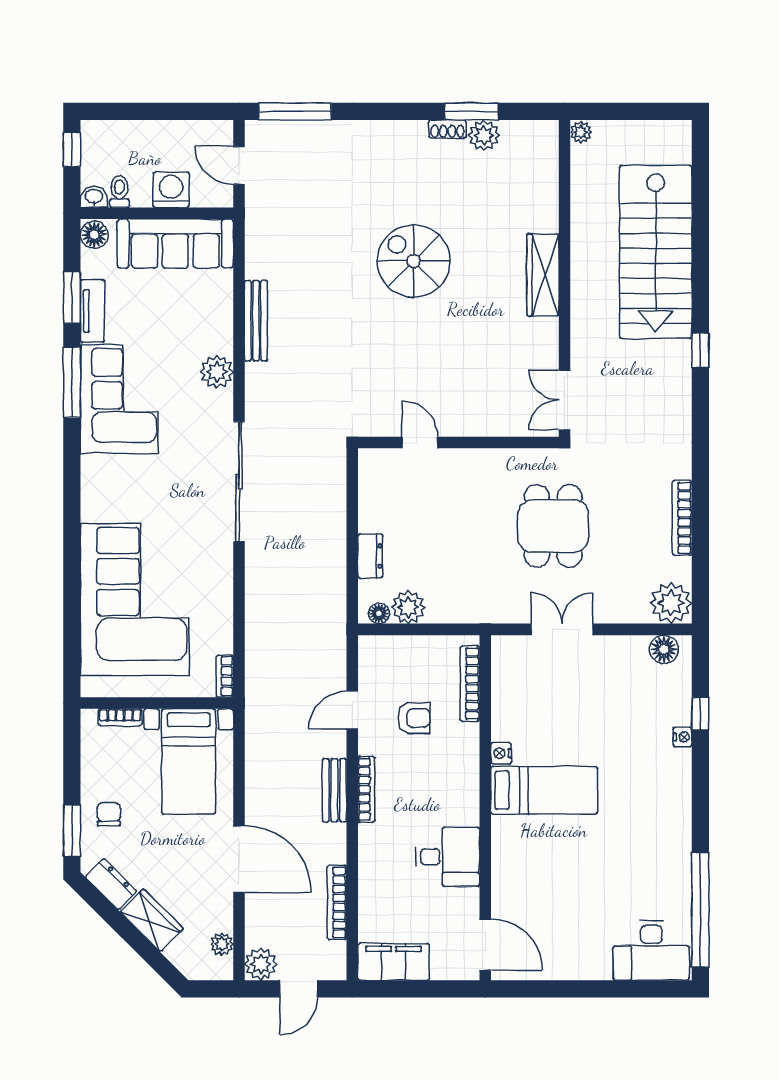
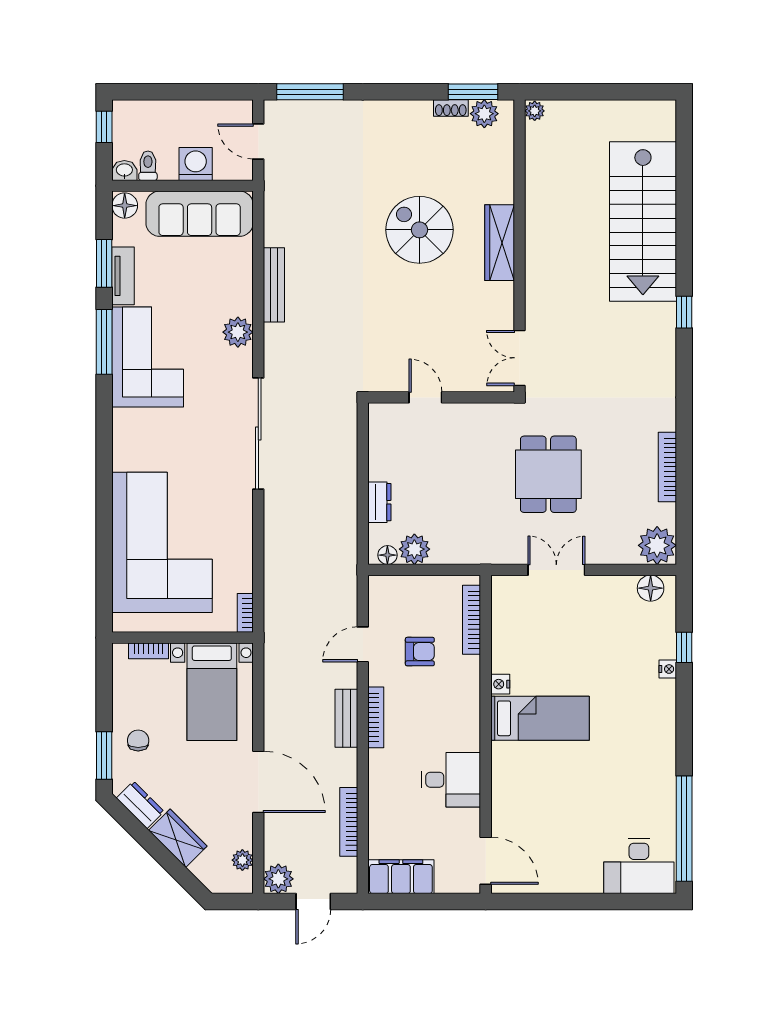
plant: (581, 132) -> (535, 111), moved
wardrobe: (543, 275) -> (500, 243), moved
wall: (564, 278) -> (520, 246), moved
double door: (564, 400) -> (520, 358), moved

